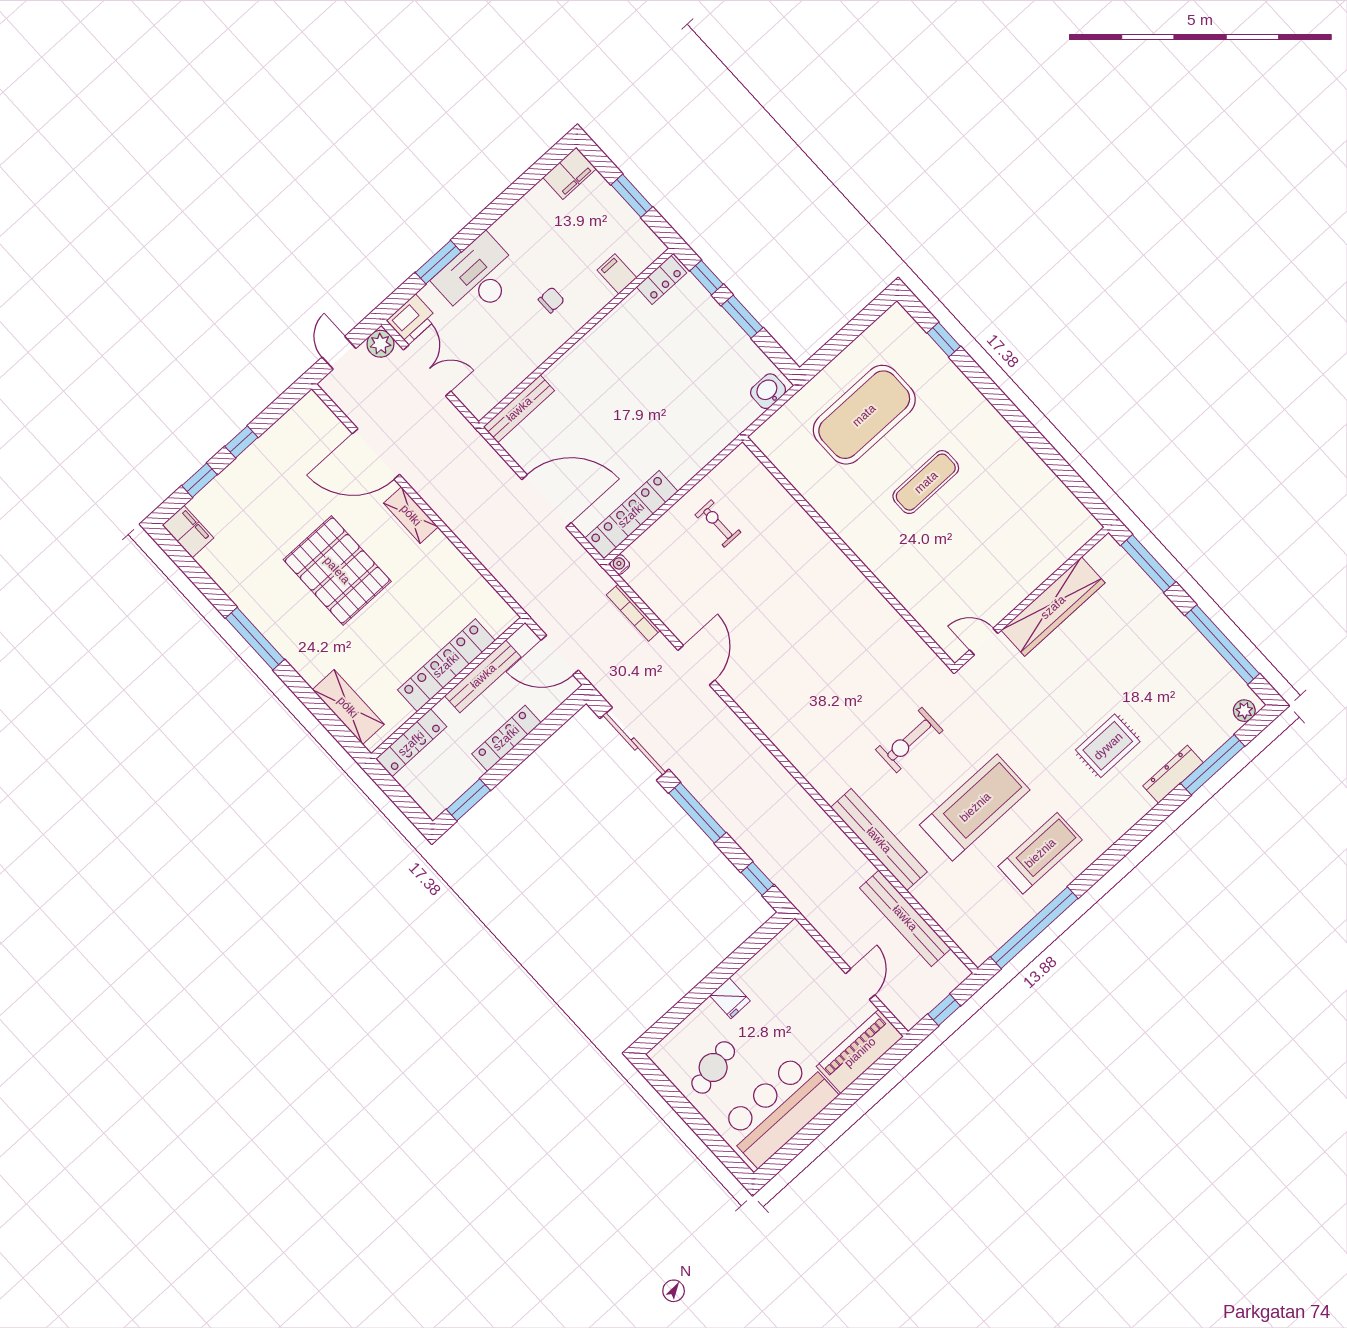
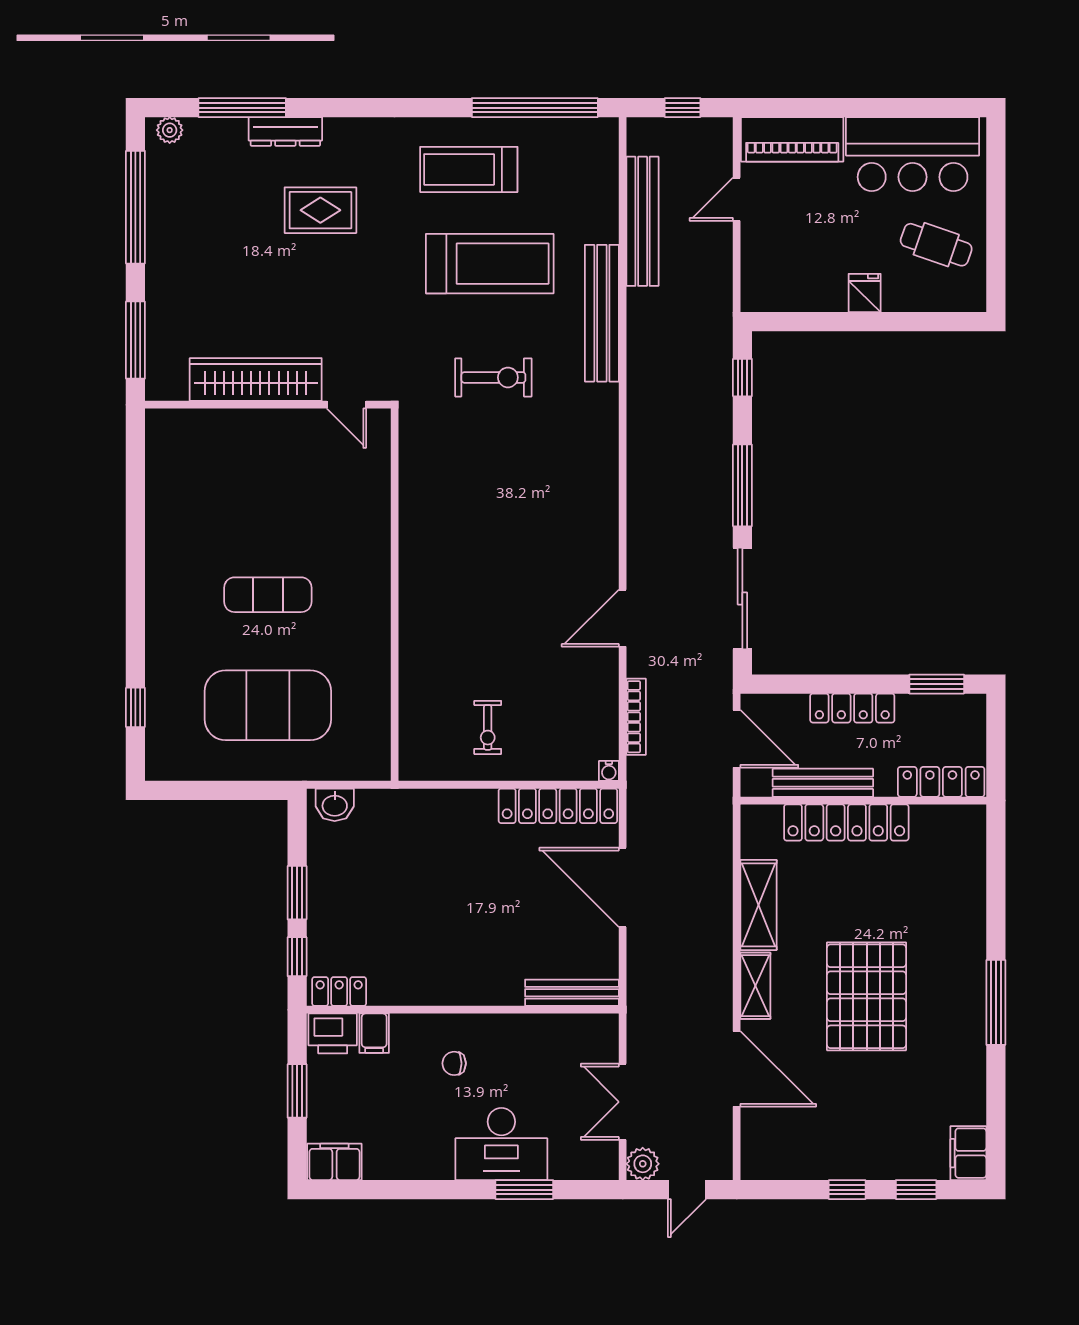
printer: (412, 319) -> (333, 1033), moved, turned 180
shelving: (348, 707) -> (759, 905), moved
treadmill: (975, 807) -> (490, 264), turned 180
cafe table: (713, 1067) -> (936, 245), turned 31

